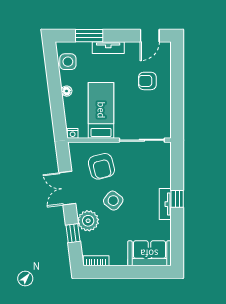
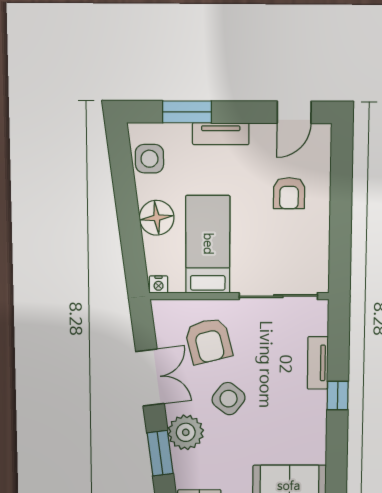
armchair: (147, 81) -> (289, 193), turned -90
floor lamp: (67, 91) -> (157, 218), width x1.89, depth x1.89
double door: (67, 188) -> (150, 378), swing flipped
tv unit: (165, 204) -> (318, 363), moved
window: (73, 233) -> (160, 453), width x1.50

